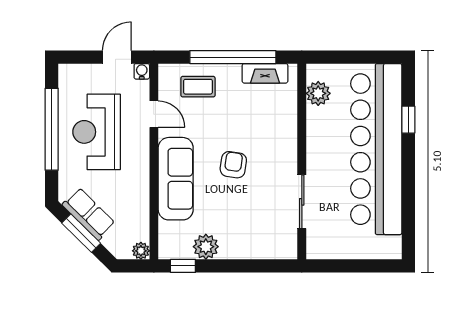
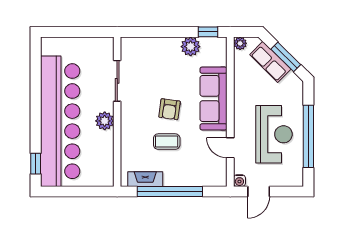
coffee table: (198, 87) -> (167, 142), moved
plant: (318, 93) -> (105, 121), moved
window: (408, 120) -> (36, 164), moved
row of seats: (89, 214) -> (270, 62), moved

